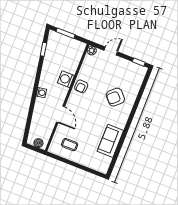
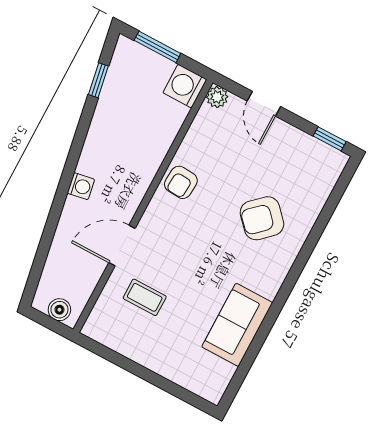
door: (111, 51) -> (264, 104), swing flipped
washing machine: (66, 79) -> (185, 86), moved
door: (60, 114) -> (122, 245), swing flipped
coffee table: (70, 145) -> (145, 297), moved

